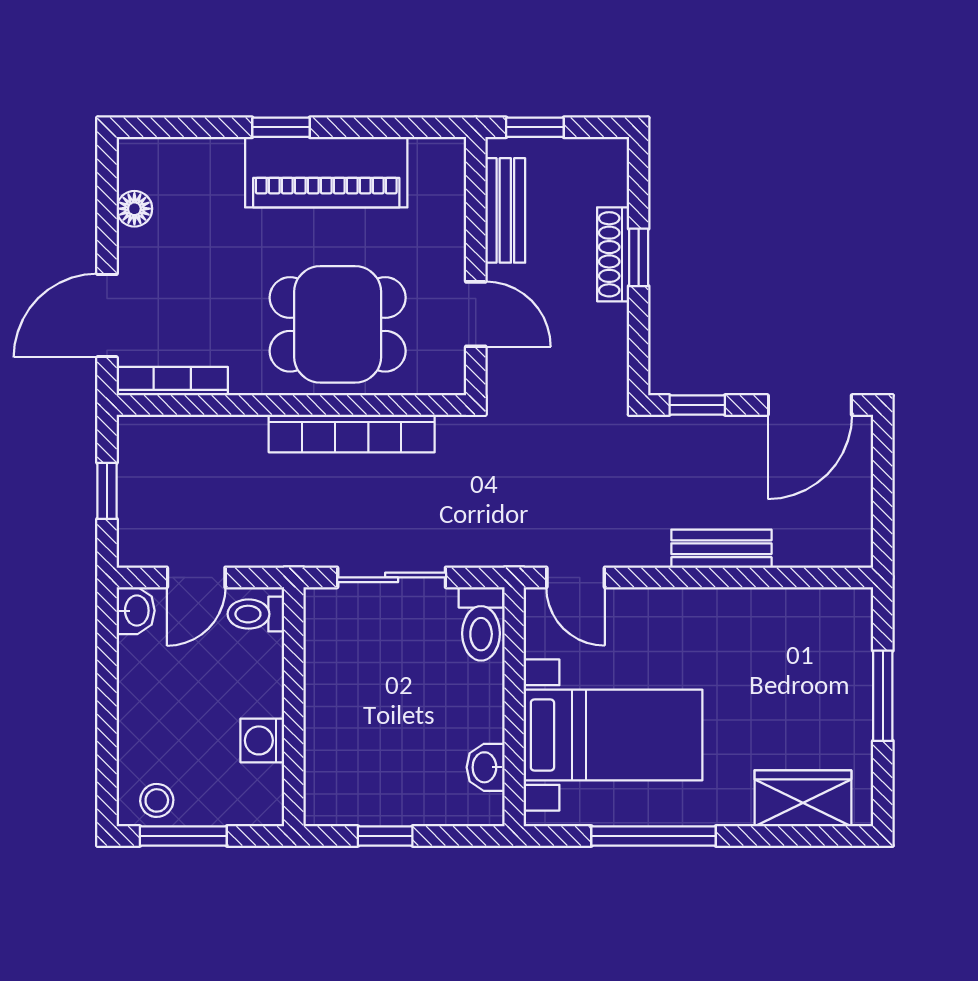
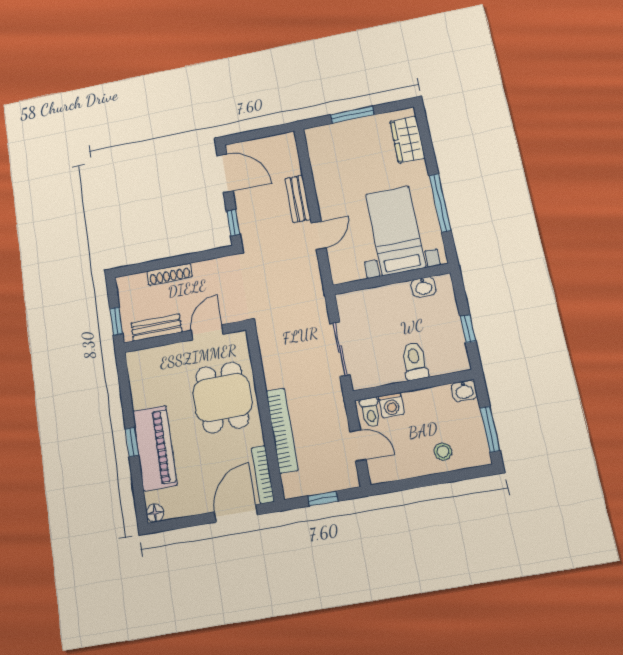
piano: (326, 172) -> (155, 448), moved
floor lamp: (134, 209) -> (155, 513), moved
window: (639, 257) -> (169, 262), removed
door: (107, 316) -> (236, 513), swing flipped
bookcase: (352, 433) -> (282, 431), moved
door: (576, 577) -> (319, 235), moved
washbasin: (136, 611) -> (464, 391), moved, turned 180
toilet: (481, 624) -> (415, 361), moved, turned -90
washing machine: (262, 740) -> (391, 405), moved
stool: (157, 800) -> (443, 452), moved

